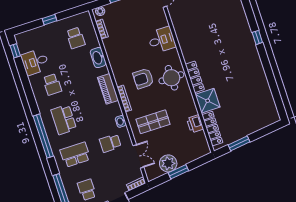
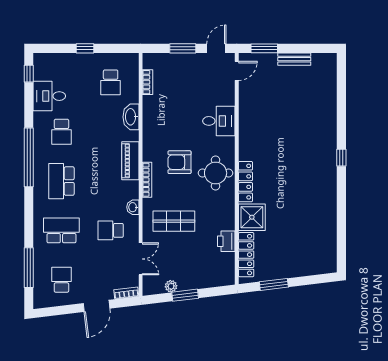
plant: (100, 11) -> (153, 59), removed
window: (43, 136) -> (29, 157), moved
plant: (168, 163) -> (171, 286), width x0.53, depth x0.53

